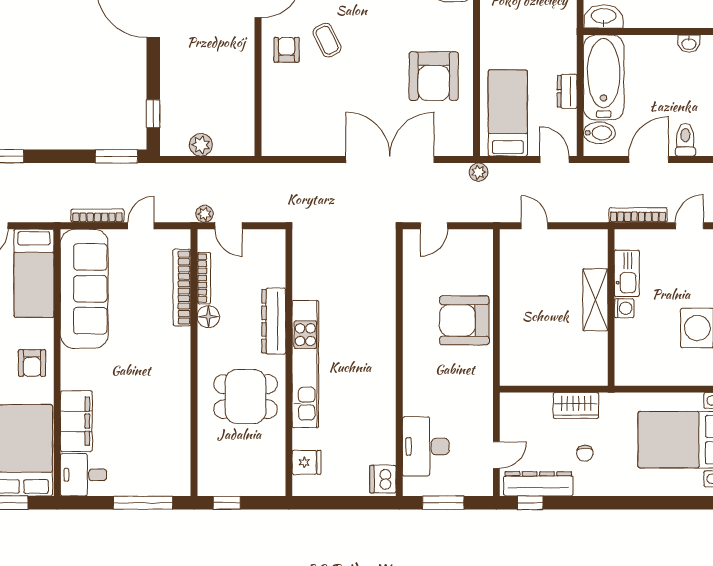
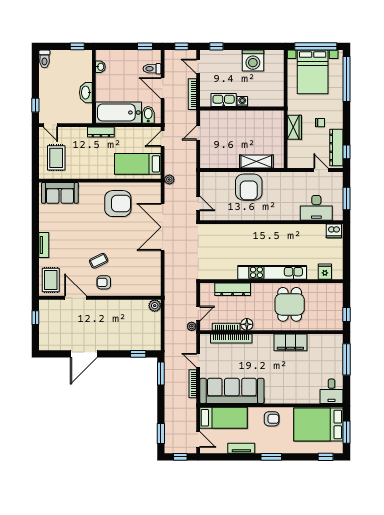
washbasin: (604, 16) -> (86, 93), moved
dresser: (567, 91) -> (101, 132), moved, width x1.44
plant: (201, 145) -> (155, 306), moved
door: (534, 226) -> (198, 133), moved
shelving: (595, 300) -> (256, 162), moved
dresser: (274, 321) -> (233, 289), moved
filing cabinet: (76, 421) -> (290, 342), moved, turned 180
window: (666, 503) -> (347, 79), added

